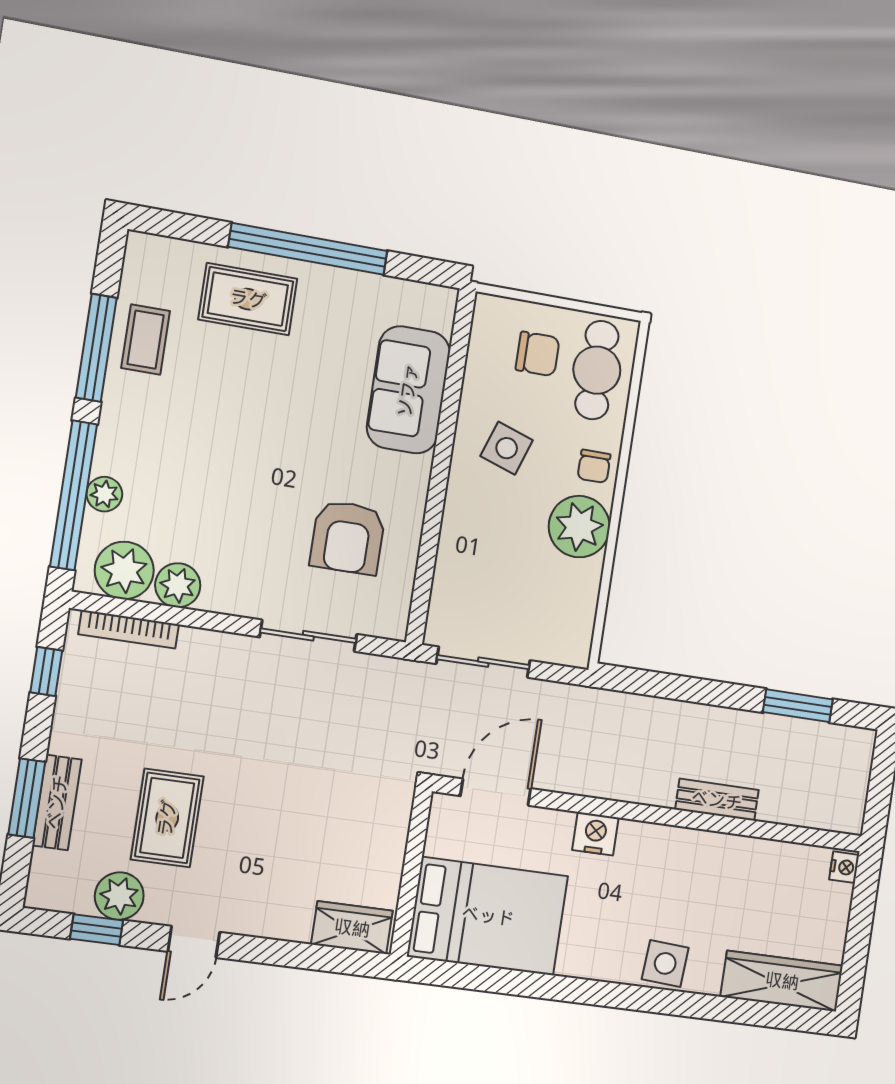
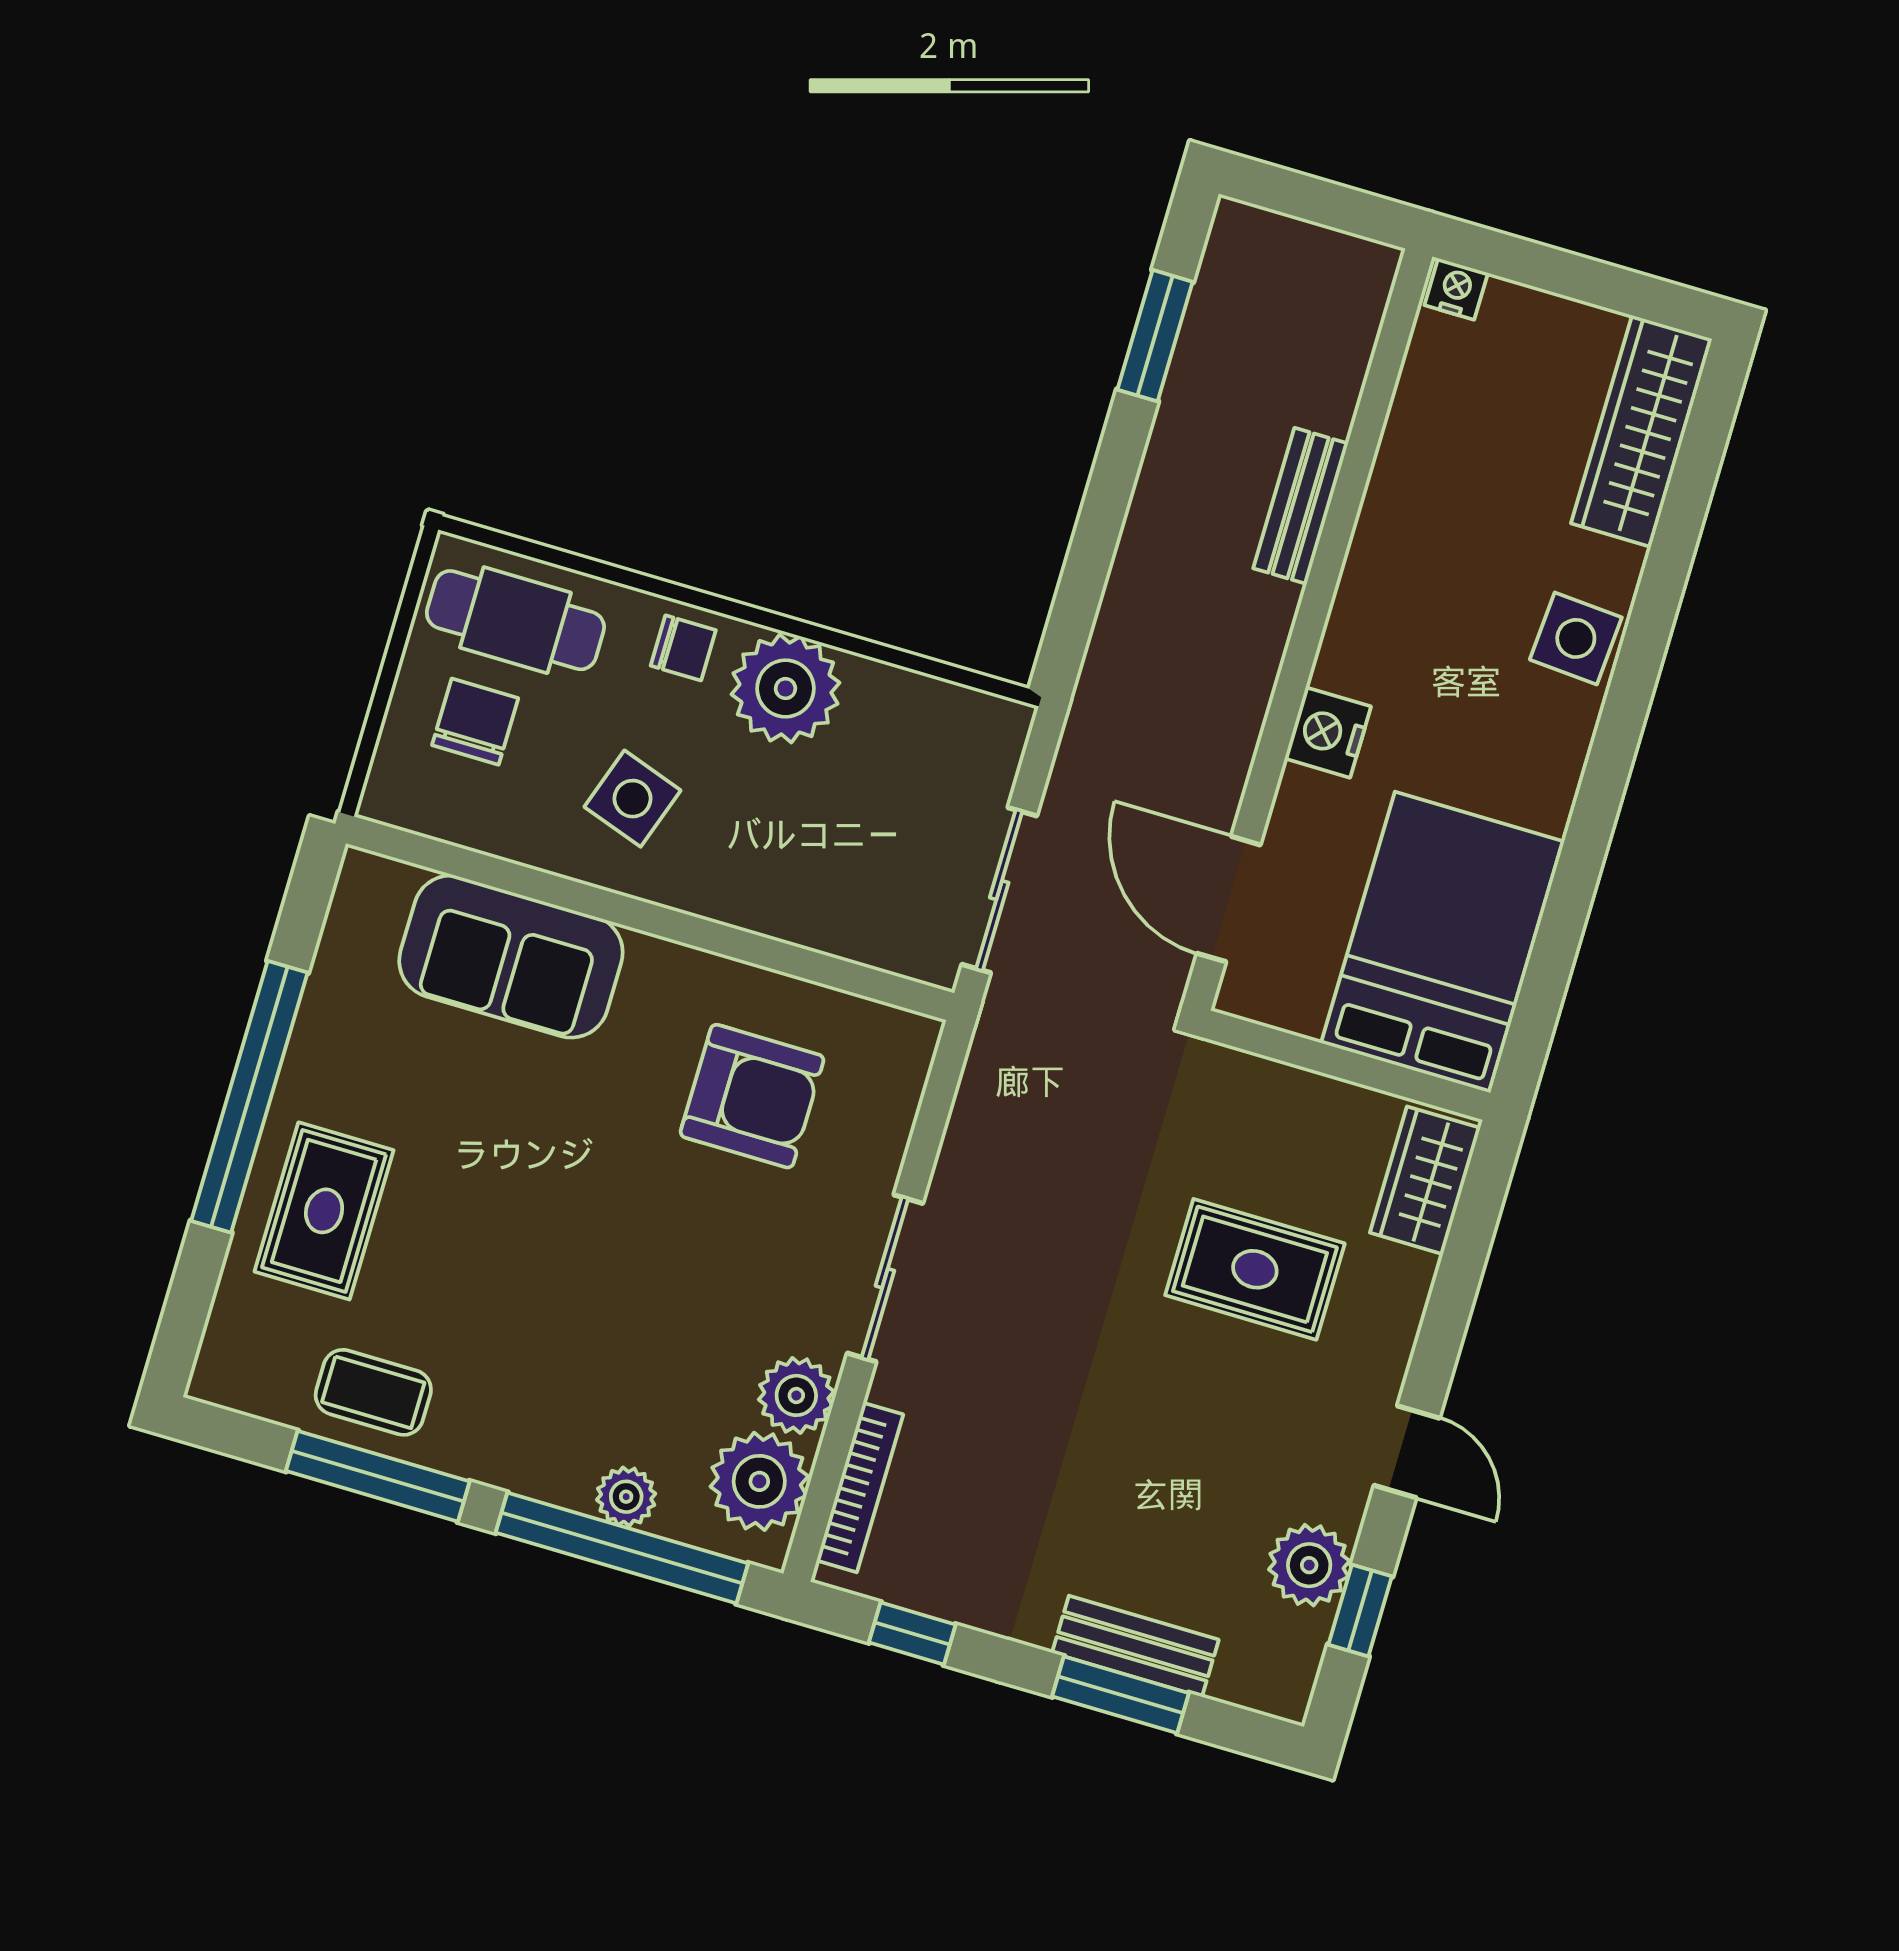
sliding door: (308, 636) -> (885, 1278), moved
rug: (167, 818) -> (1255, 1269), moved

